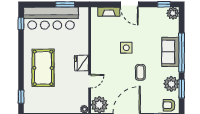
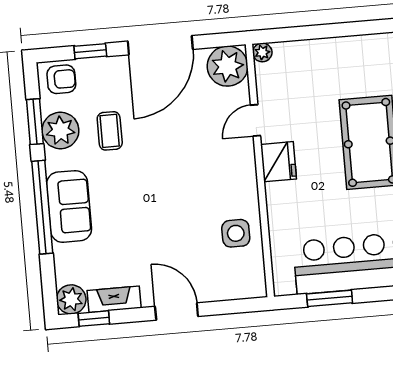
fireplace: (109, 12) -> (114, 299), moved
side table: (126, 48) -> (236, 233), moved
coffee table: (140, 72) -> (110, 131), moved

